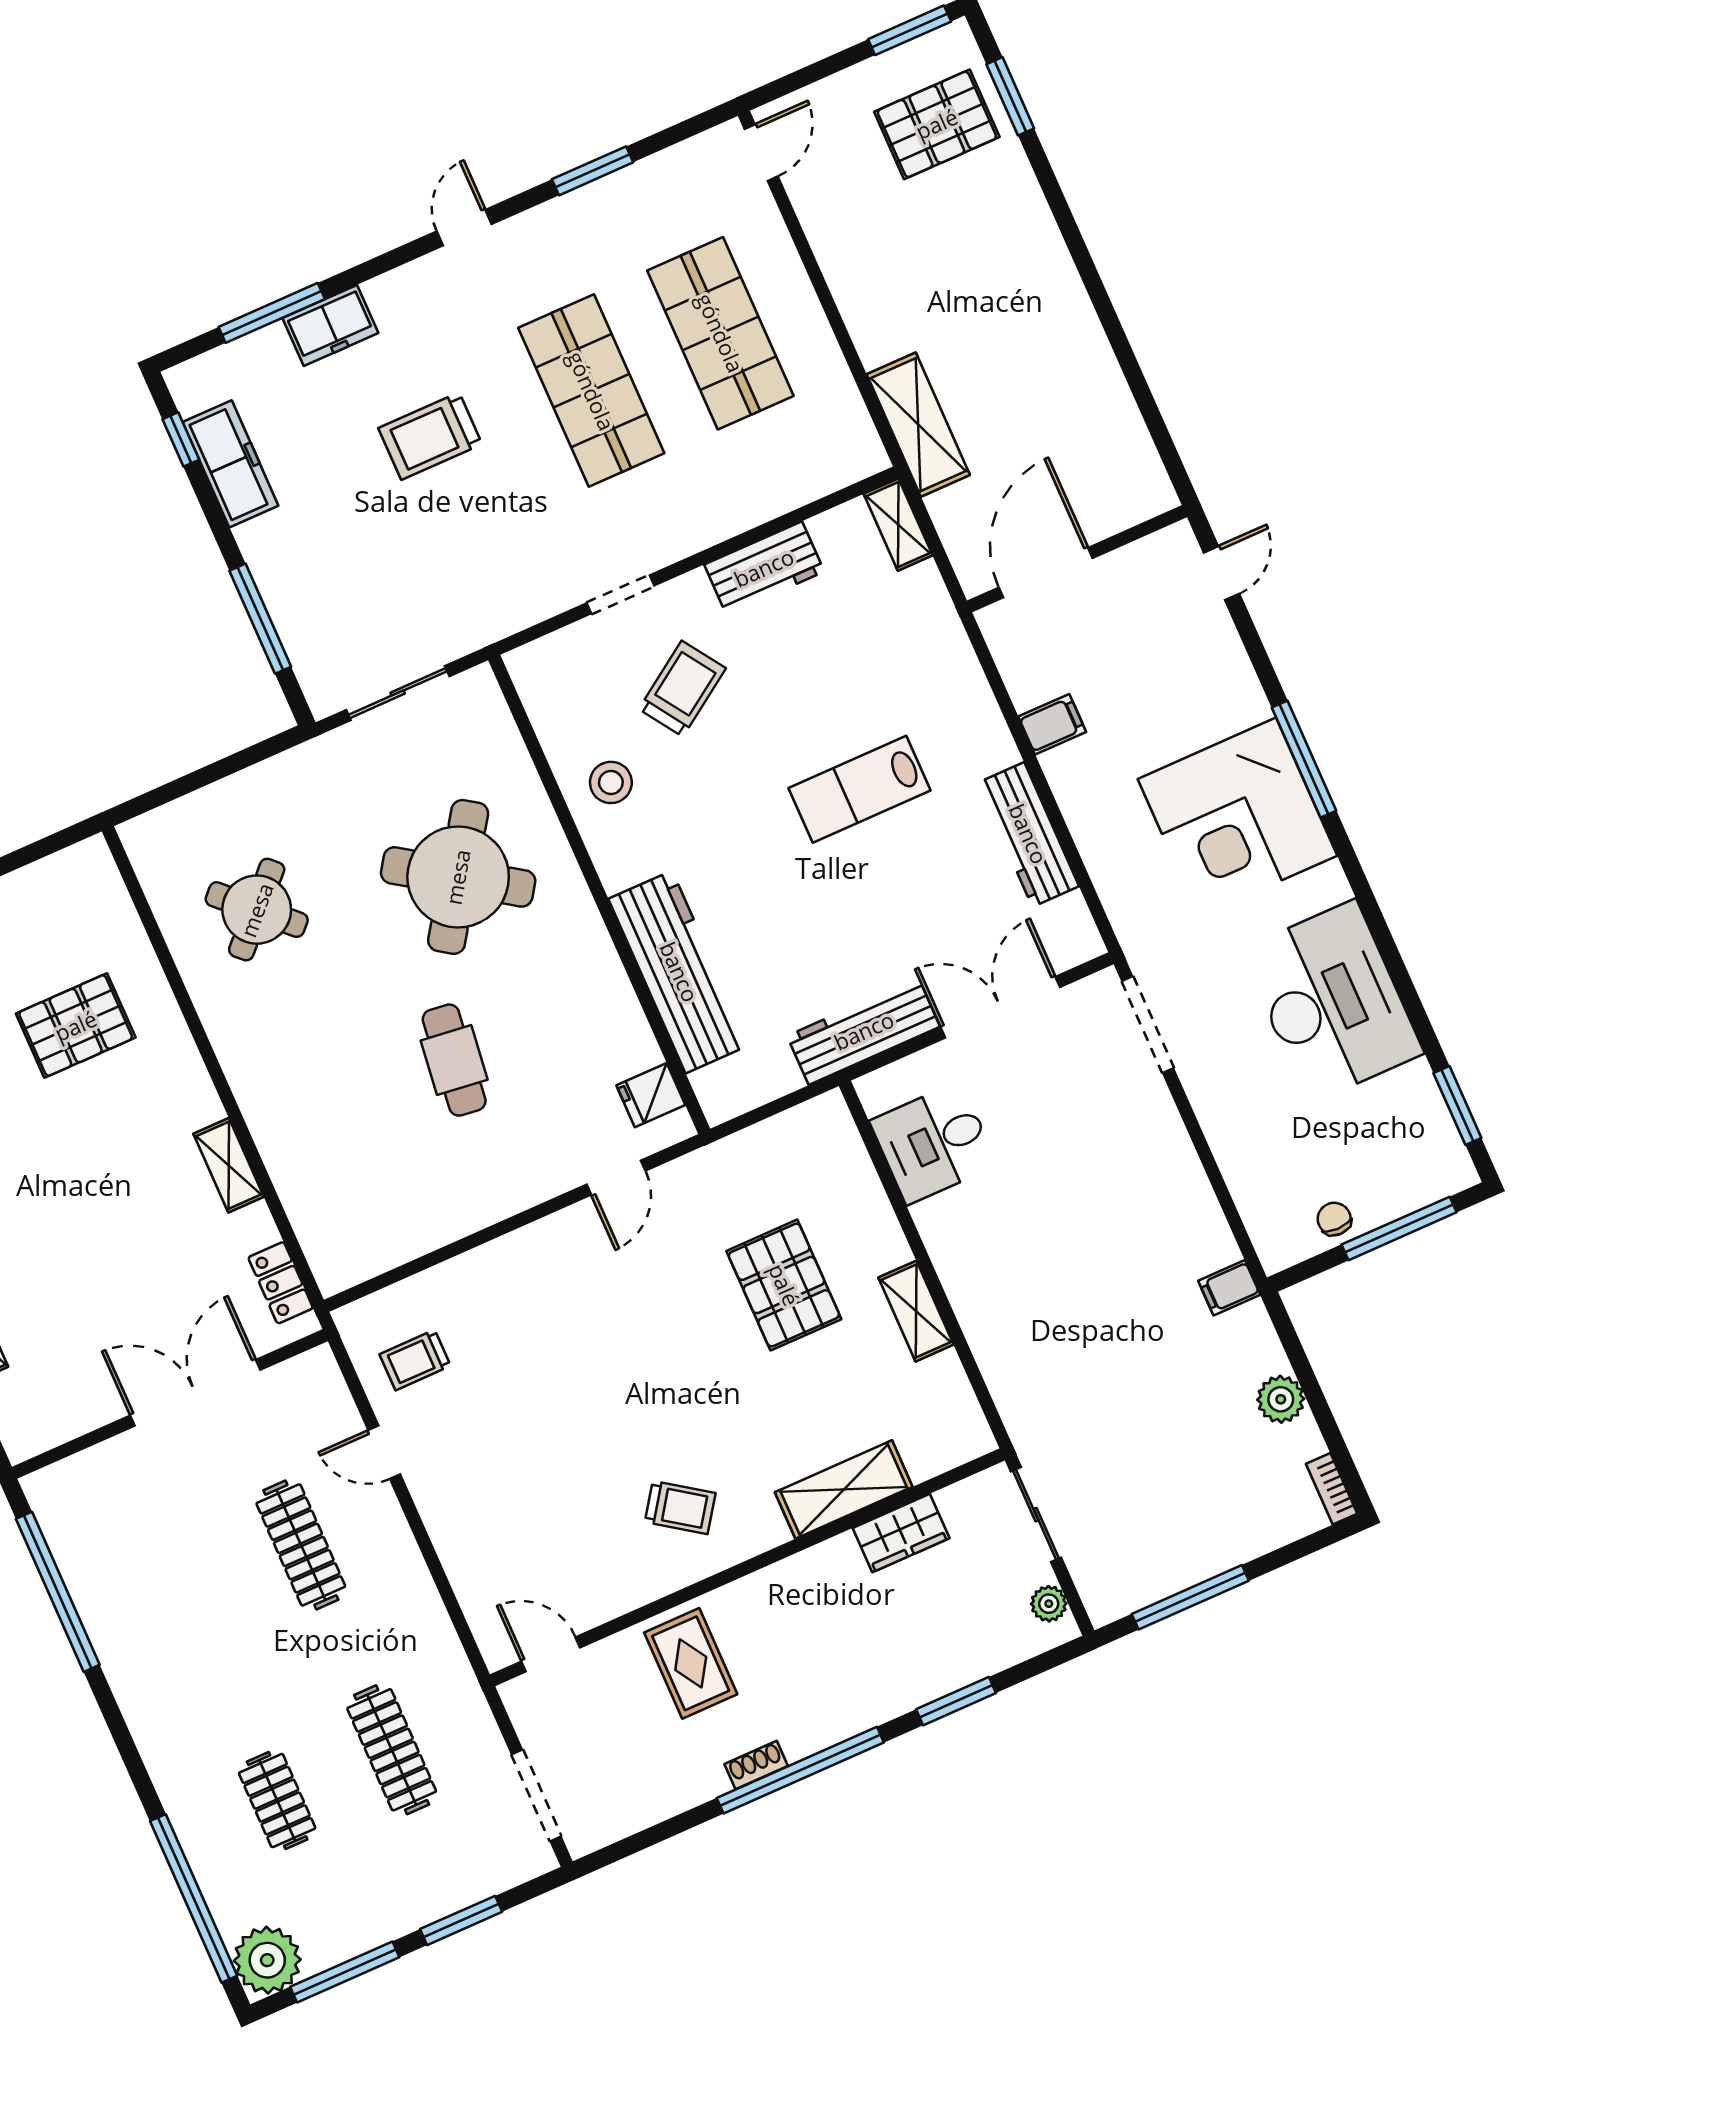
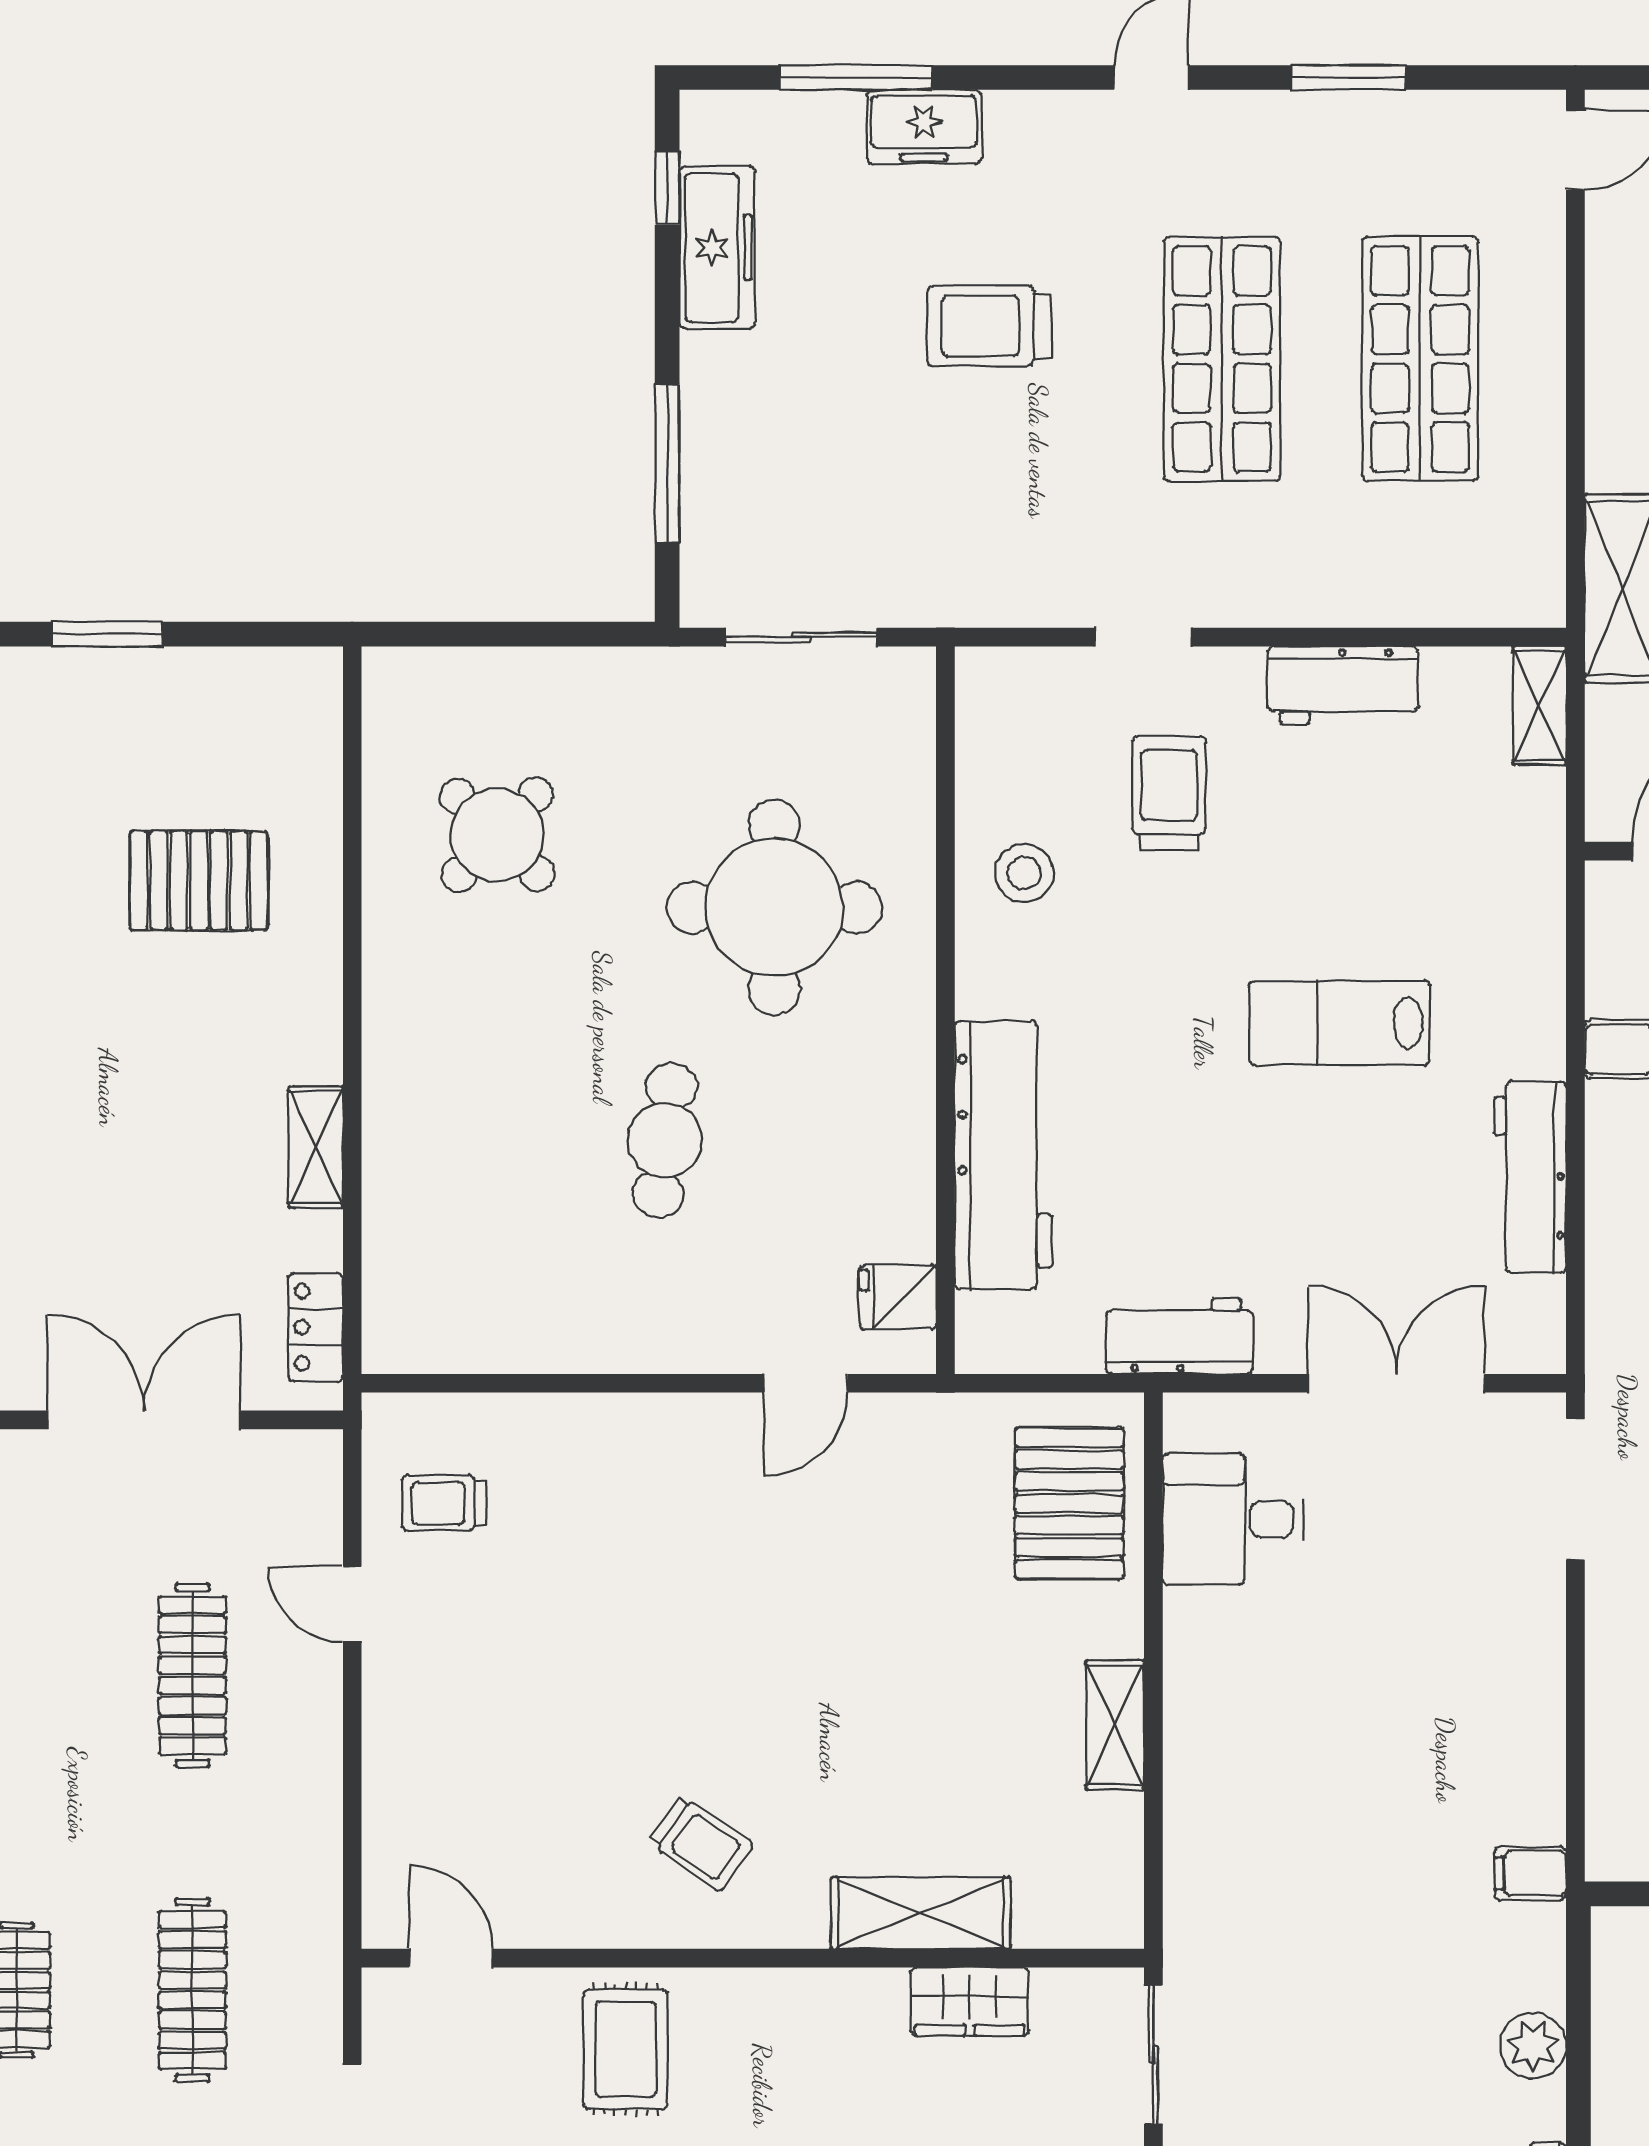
trolley: (682, 689) -> (1169, 793), turned -56
round table: (458, 877) -> (774, 907), turned -34
workbench: (864, 1031) -> (1179, 1336), width x0.73
pallet: (784, 1285) -> (1069, 1503), moved

